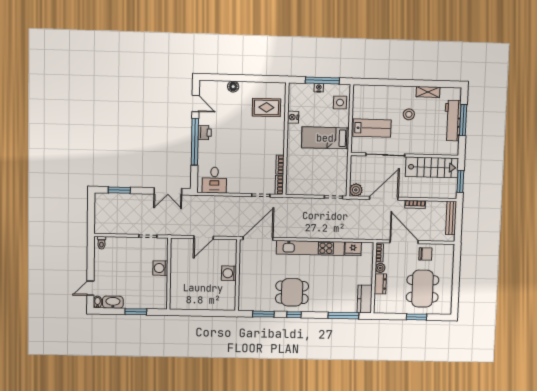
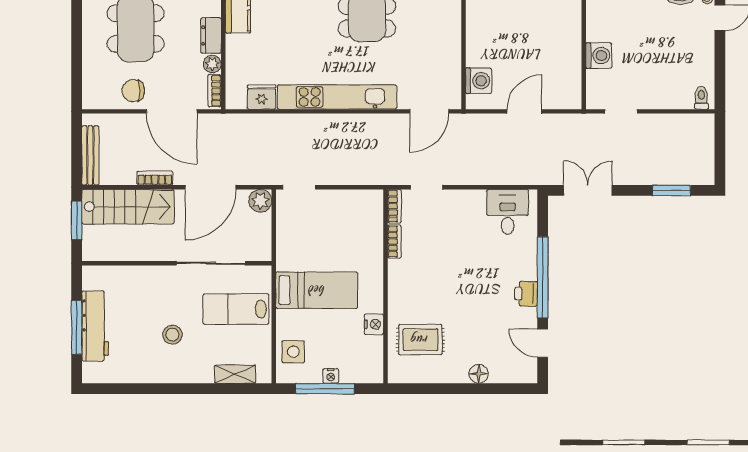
shelving: (428, 92) -> (235, 374), moved
stairs: (432, 167) -> (128, 207), moved, turned 180
door: (258, 239) -> (429, 111), width x0.73
washing machine: (229, 273) -> (479, 81), moved

